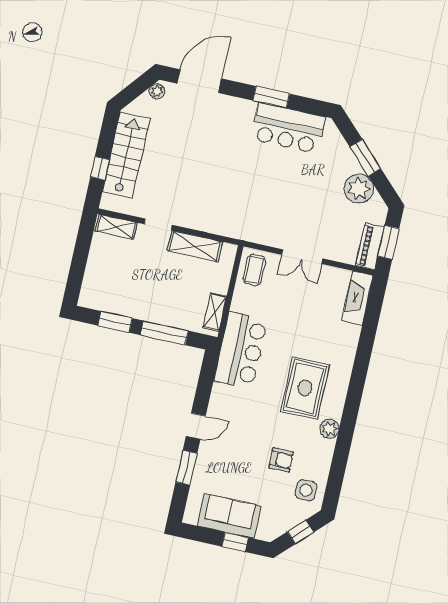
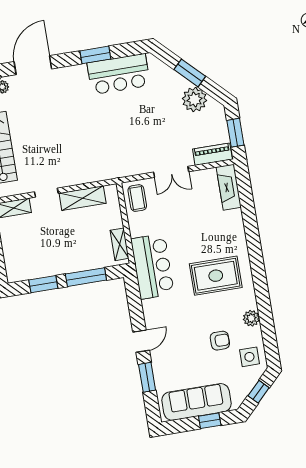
piano: (370, 247) -> (212, 154), moved, turned 90
rug: (305, 388) -> (216, 276), turned 90
plant: (329, 429) -> (251, 318), moved
sofa: (229, 516) -> (196, 402), width x1.36

